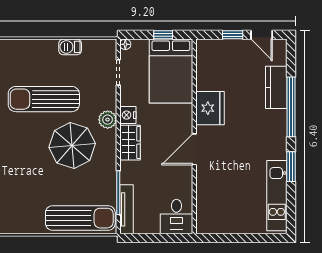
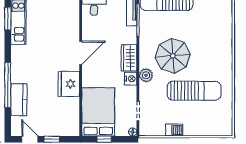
window: (291, 167) -> (8, 19), moved

